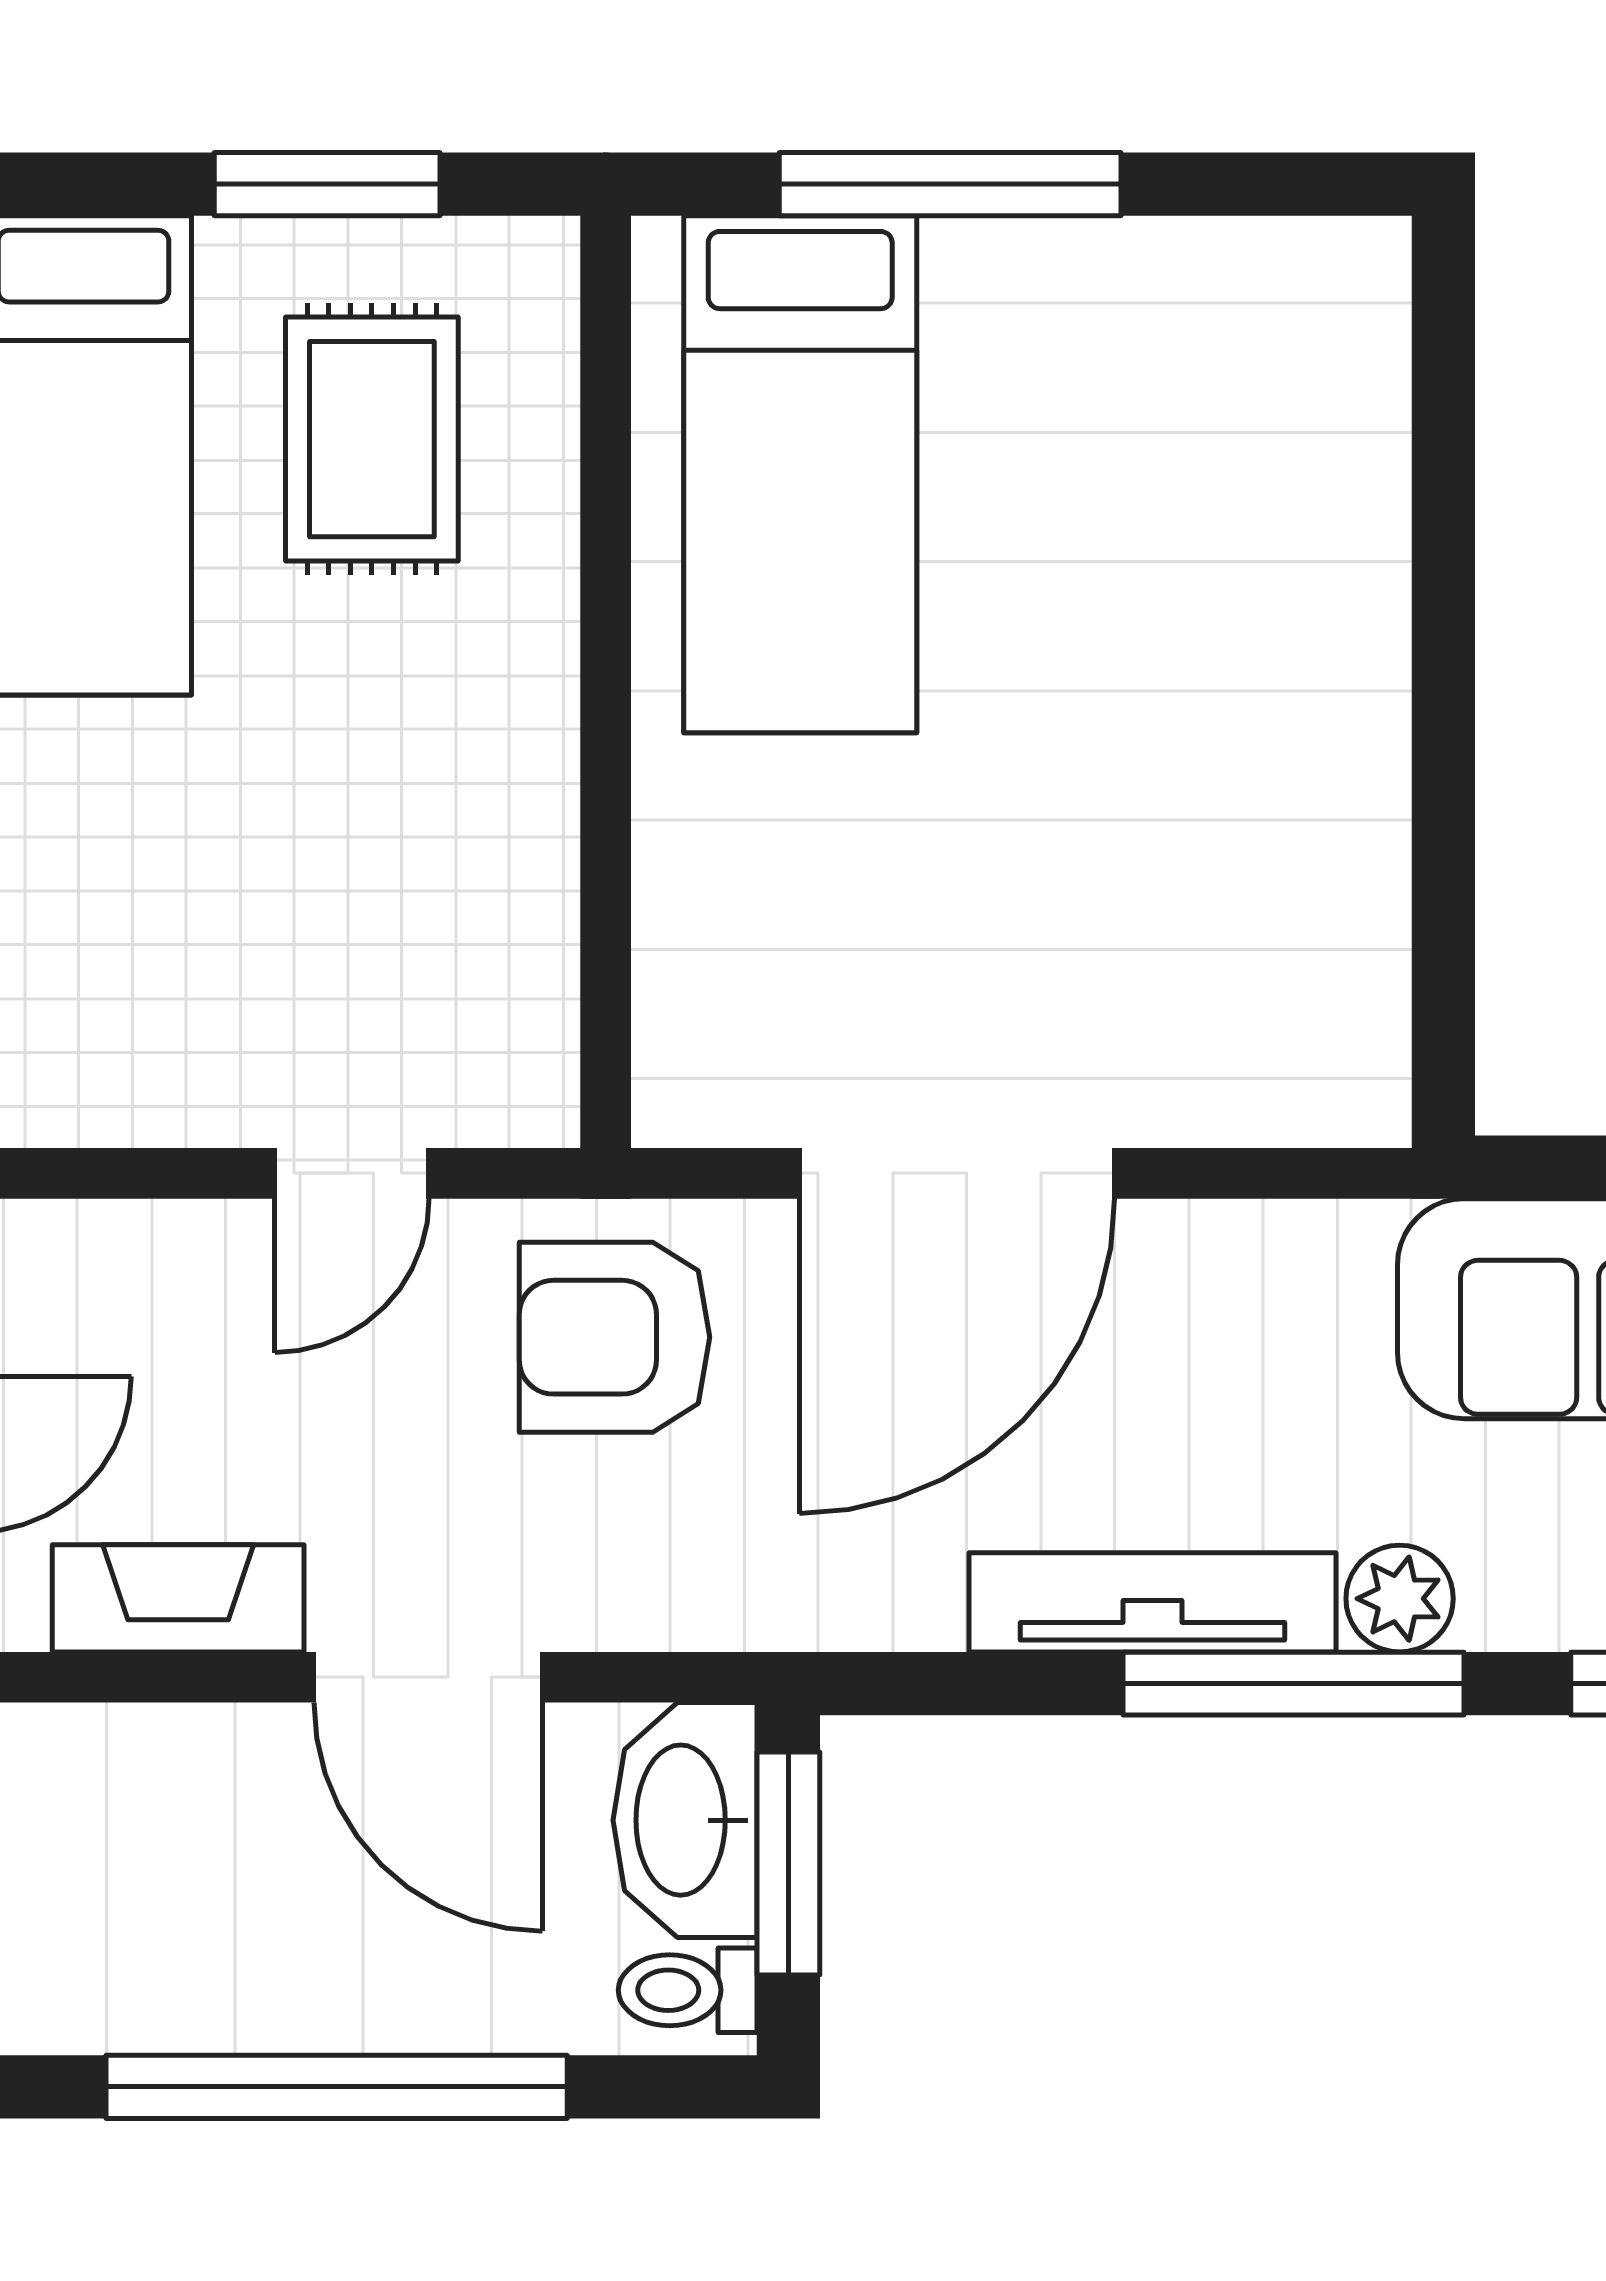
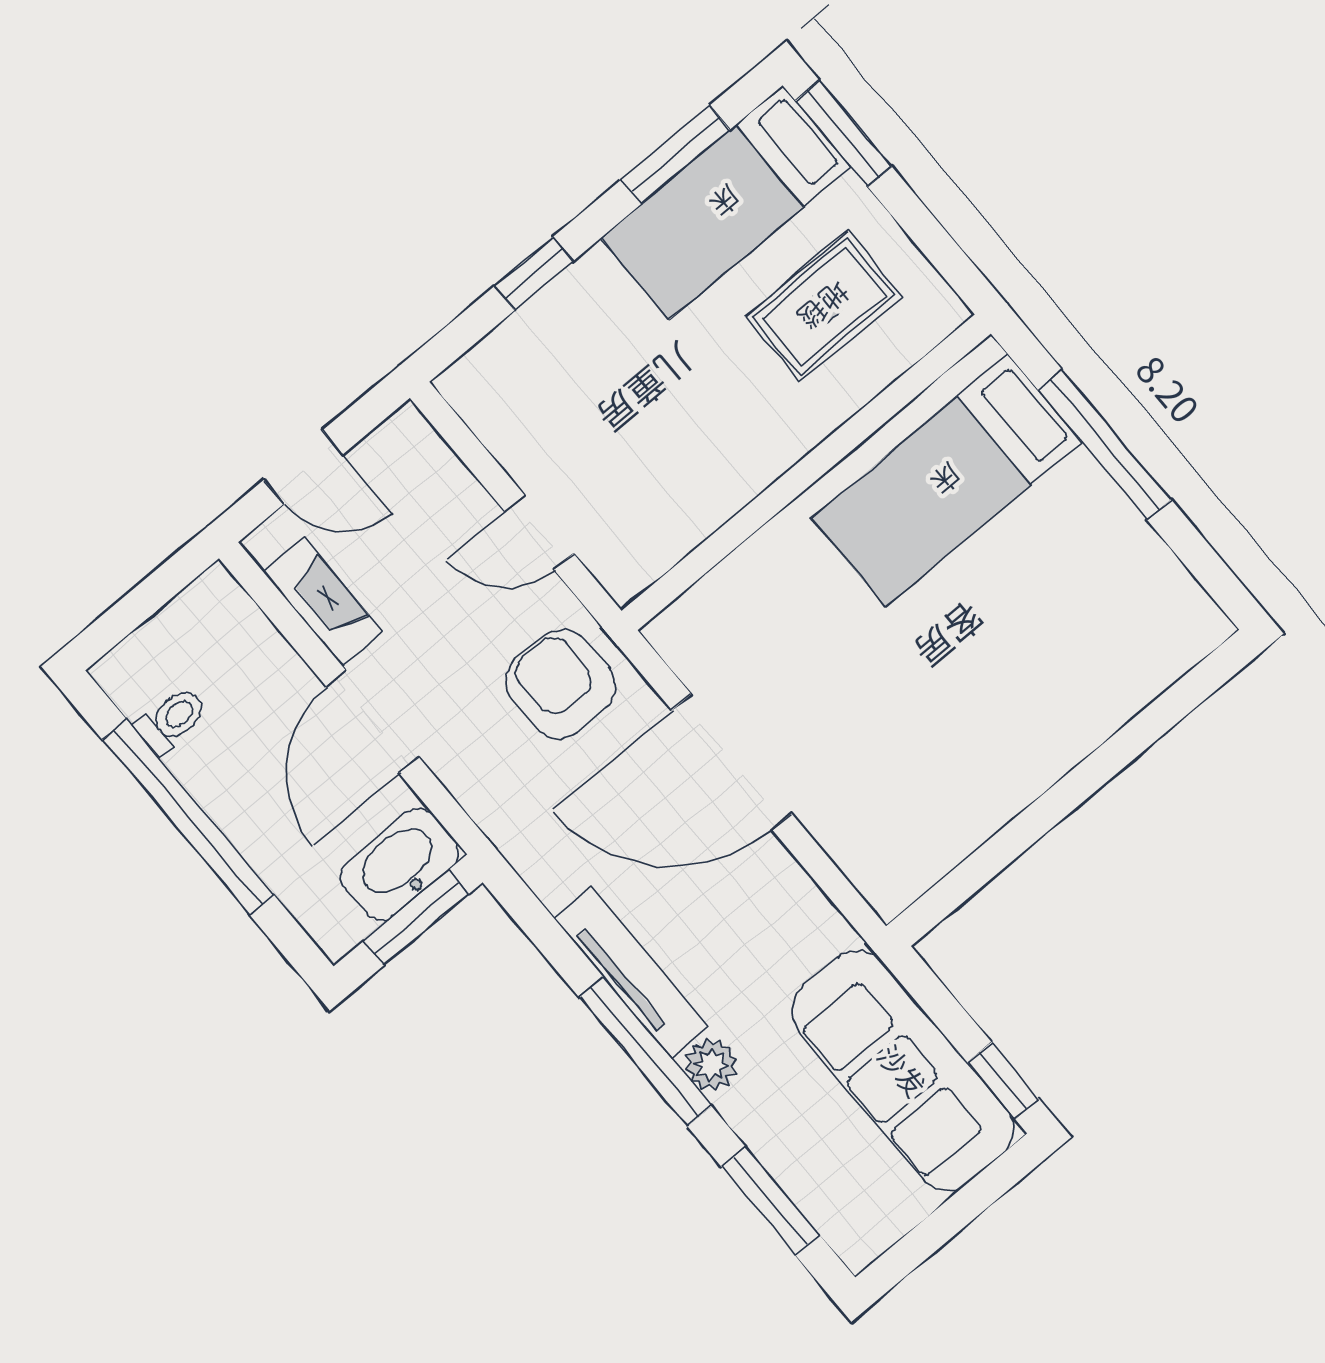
window: (327, 184) -> (843, 134), moved
toilet: (688, 1990) -> (172, 720), moved, turned 90

